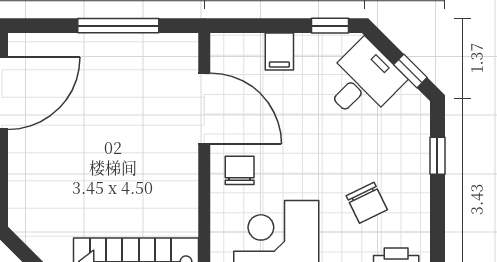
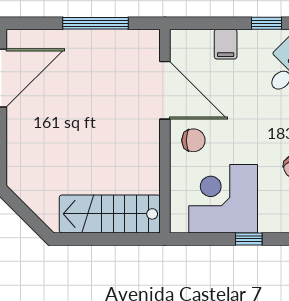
chair: (240, 170) -> (193, 140), turned 90

